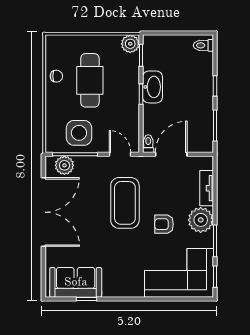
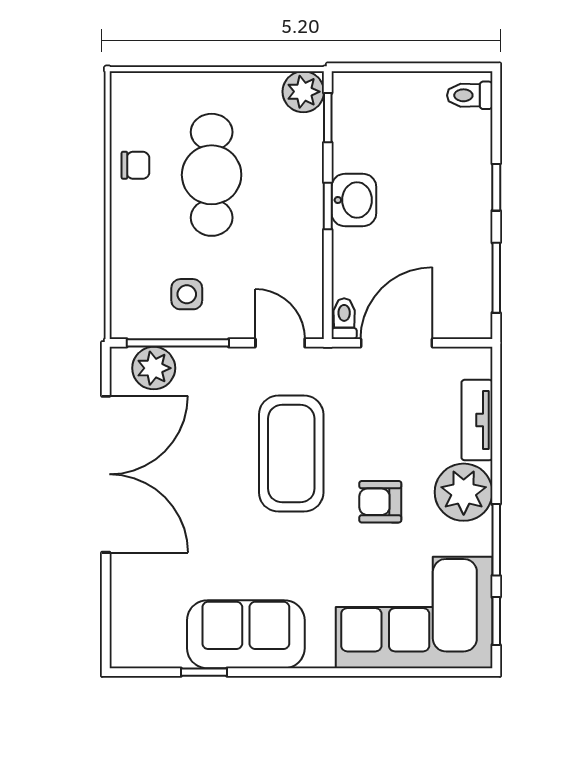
washbasin: (152, 87) -> (354, 200), width x0.72
side table: (79, 133) -> (187, 294), width x0.54, depth x0.54
sofa: (76, 282) -> (246, 634), moved

